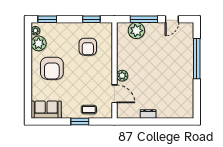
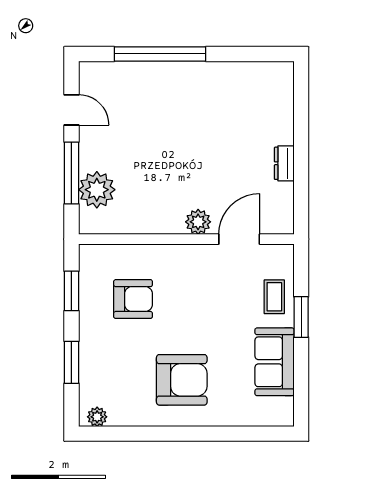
window: (47, 19) -> (71, 362), moved
plant: (39, 43) -> (126, 410), removed
sofa: (46, 110) -> (275, 362), moved

